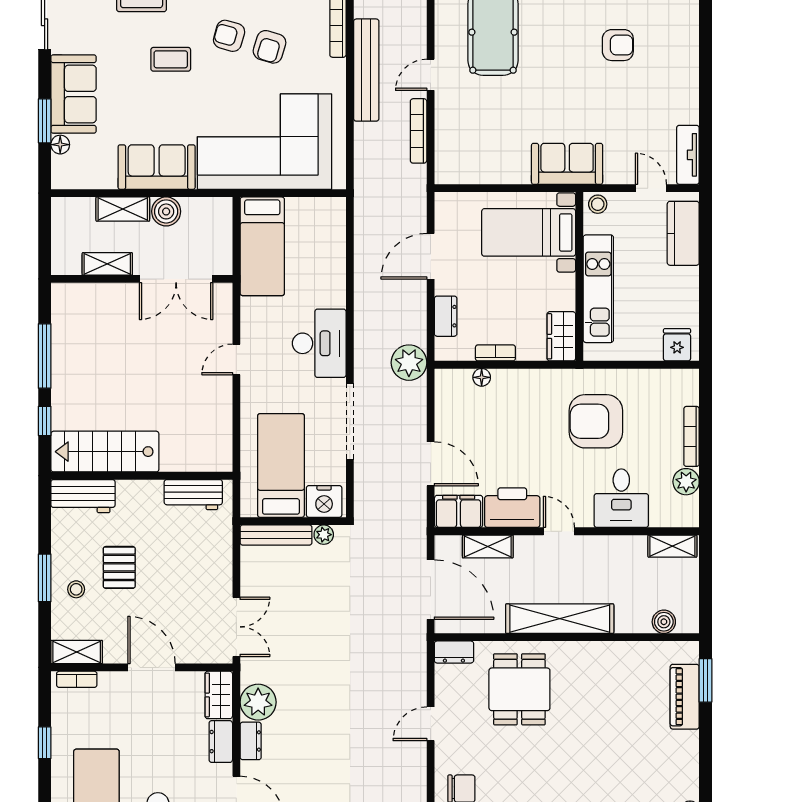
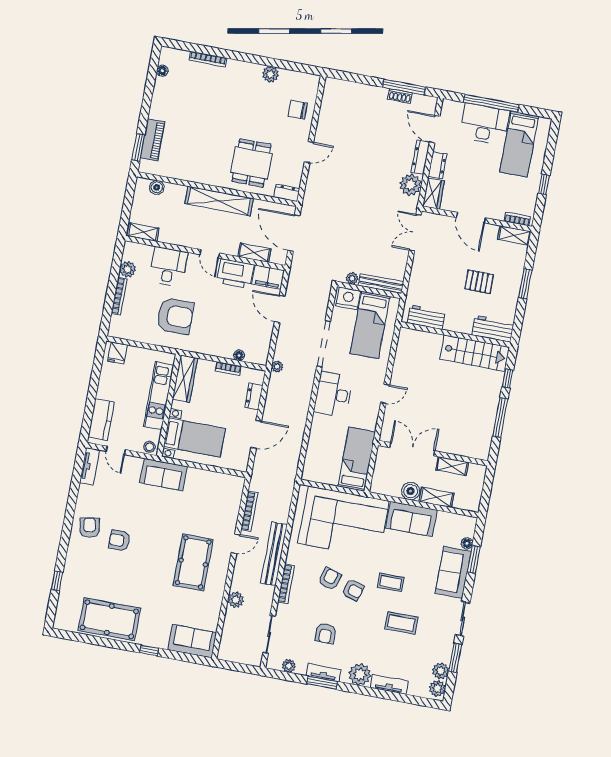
armchair: (669, 57) -> (90, 528), added
wardrobe: (561, 336) -> (185, 379), width x1.50
plant: (409, 363) -> (277, 367), width x0.53, depth x0.53
pallet: (119, 567) -> (479, 282), turned 90
stool: (76, 589) -> (508, 273), removed
dresser: (251, 741) -> (420, 157), width x1.44

